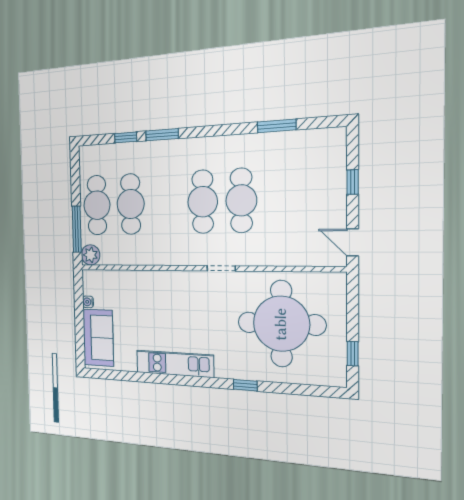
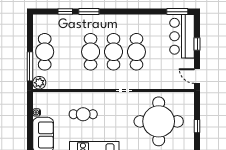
window: (277, 126) -> (177, 12), moved
bar counter: (324, 169) -> (182, 36), added
cafe table: (131, 204) -> (91, 52), moved
cafe table: (156, 307) -> (83, 114), added
window: (353, 354) -> (197, 126), moved

